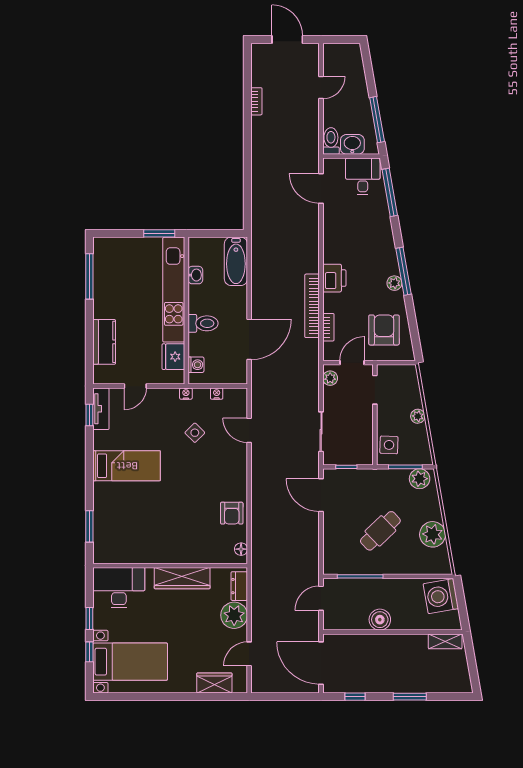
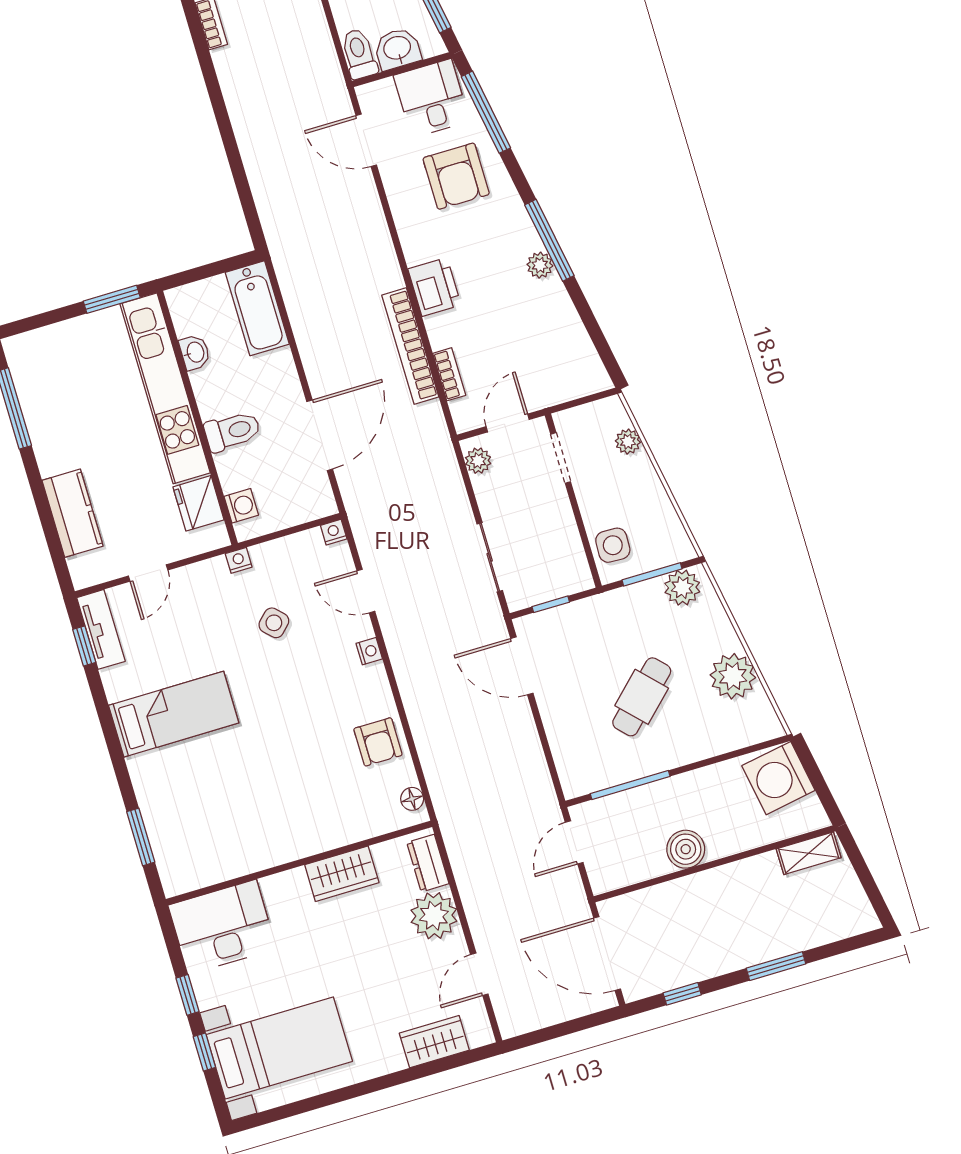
armchair: (384, 330) -> (456, 176), moved, turned 180
nightstand: (217, 394) -> (334, 532), moved
plant: (418, 416) -> (628, 442), moved
nightstand: (241, 463) -> (369, 651), added
wardrobe: (182, 578) -> (342, 874), width x0.67

